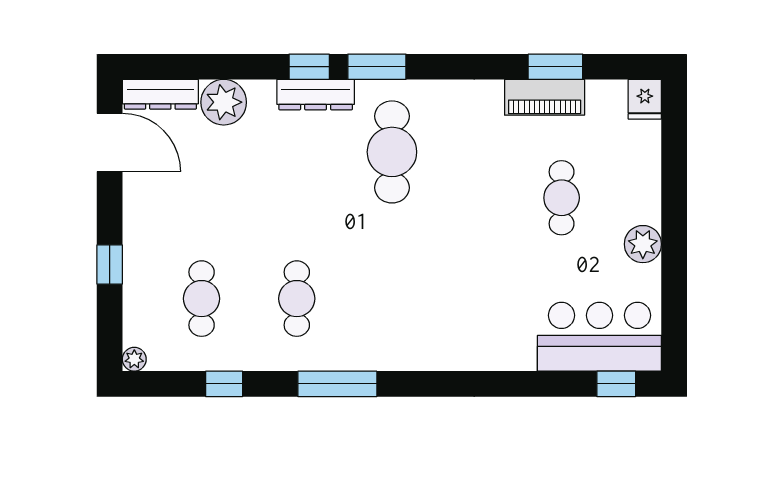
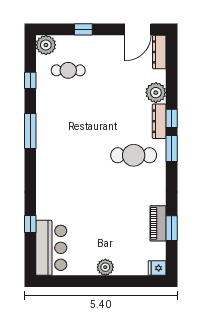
plant: (224, 102) -> (156, 93), moved
cafe table: (562, 198) -> (113, 231), removed
plant: (643, 244) -> (105, 267), moved
cafe table: (297, 299) -> (68, 113), removed
plant: (134, 359) -> (46, 45), width x1.87, depth x1.87
window: (616, 384) -> (30, 224), moved

